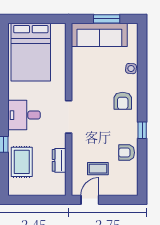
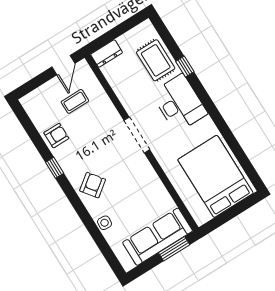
window: (107, 19) -> (174, 249), moved
armchair: (123, 101) -> (93, 185), turned 53
desk: (24, 115) -> (179, 103), width x1.37
dresser: (59, 160) -> (107, 53), moved, turned 90

